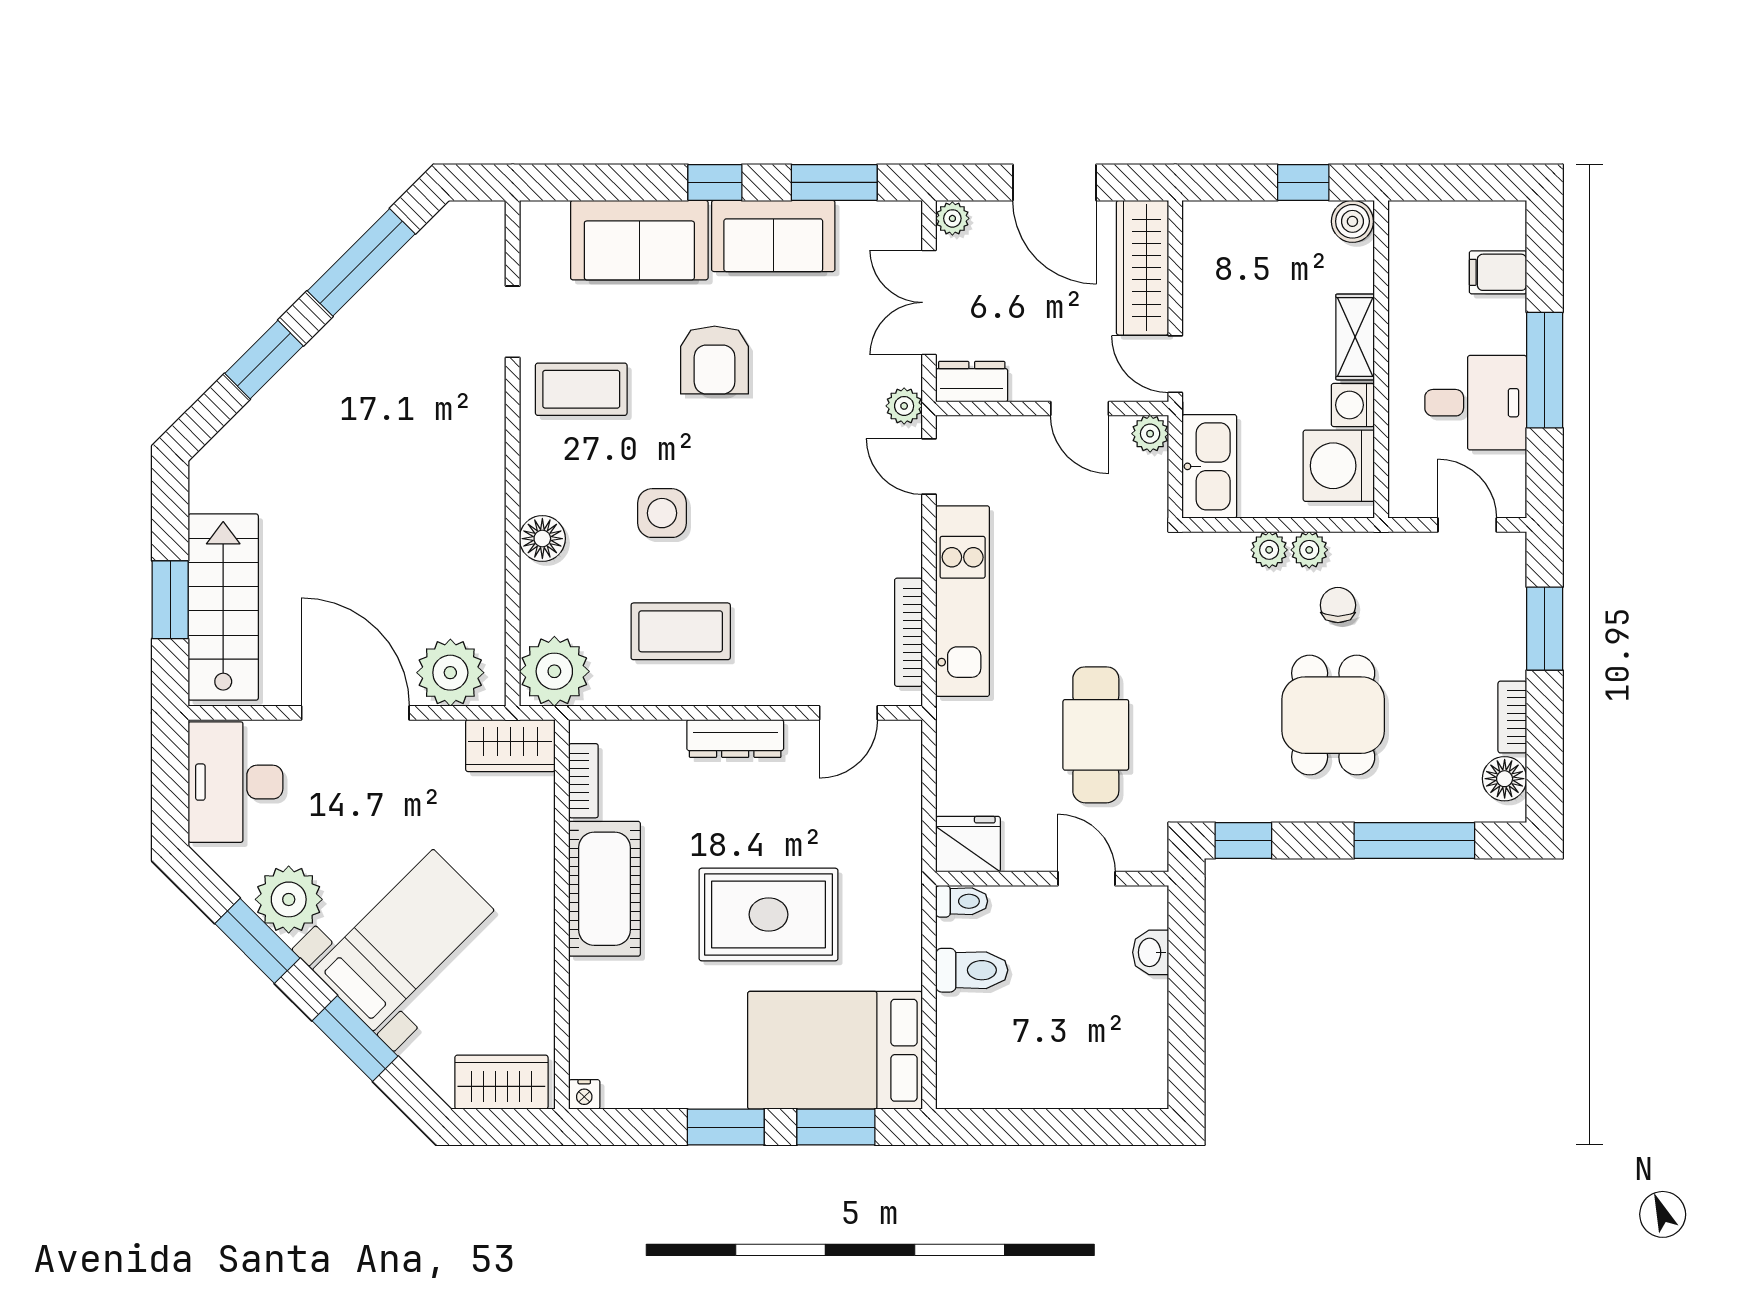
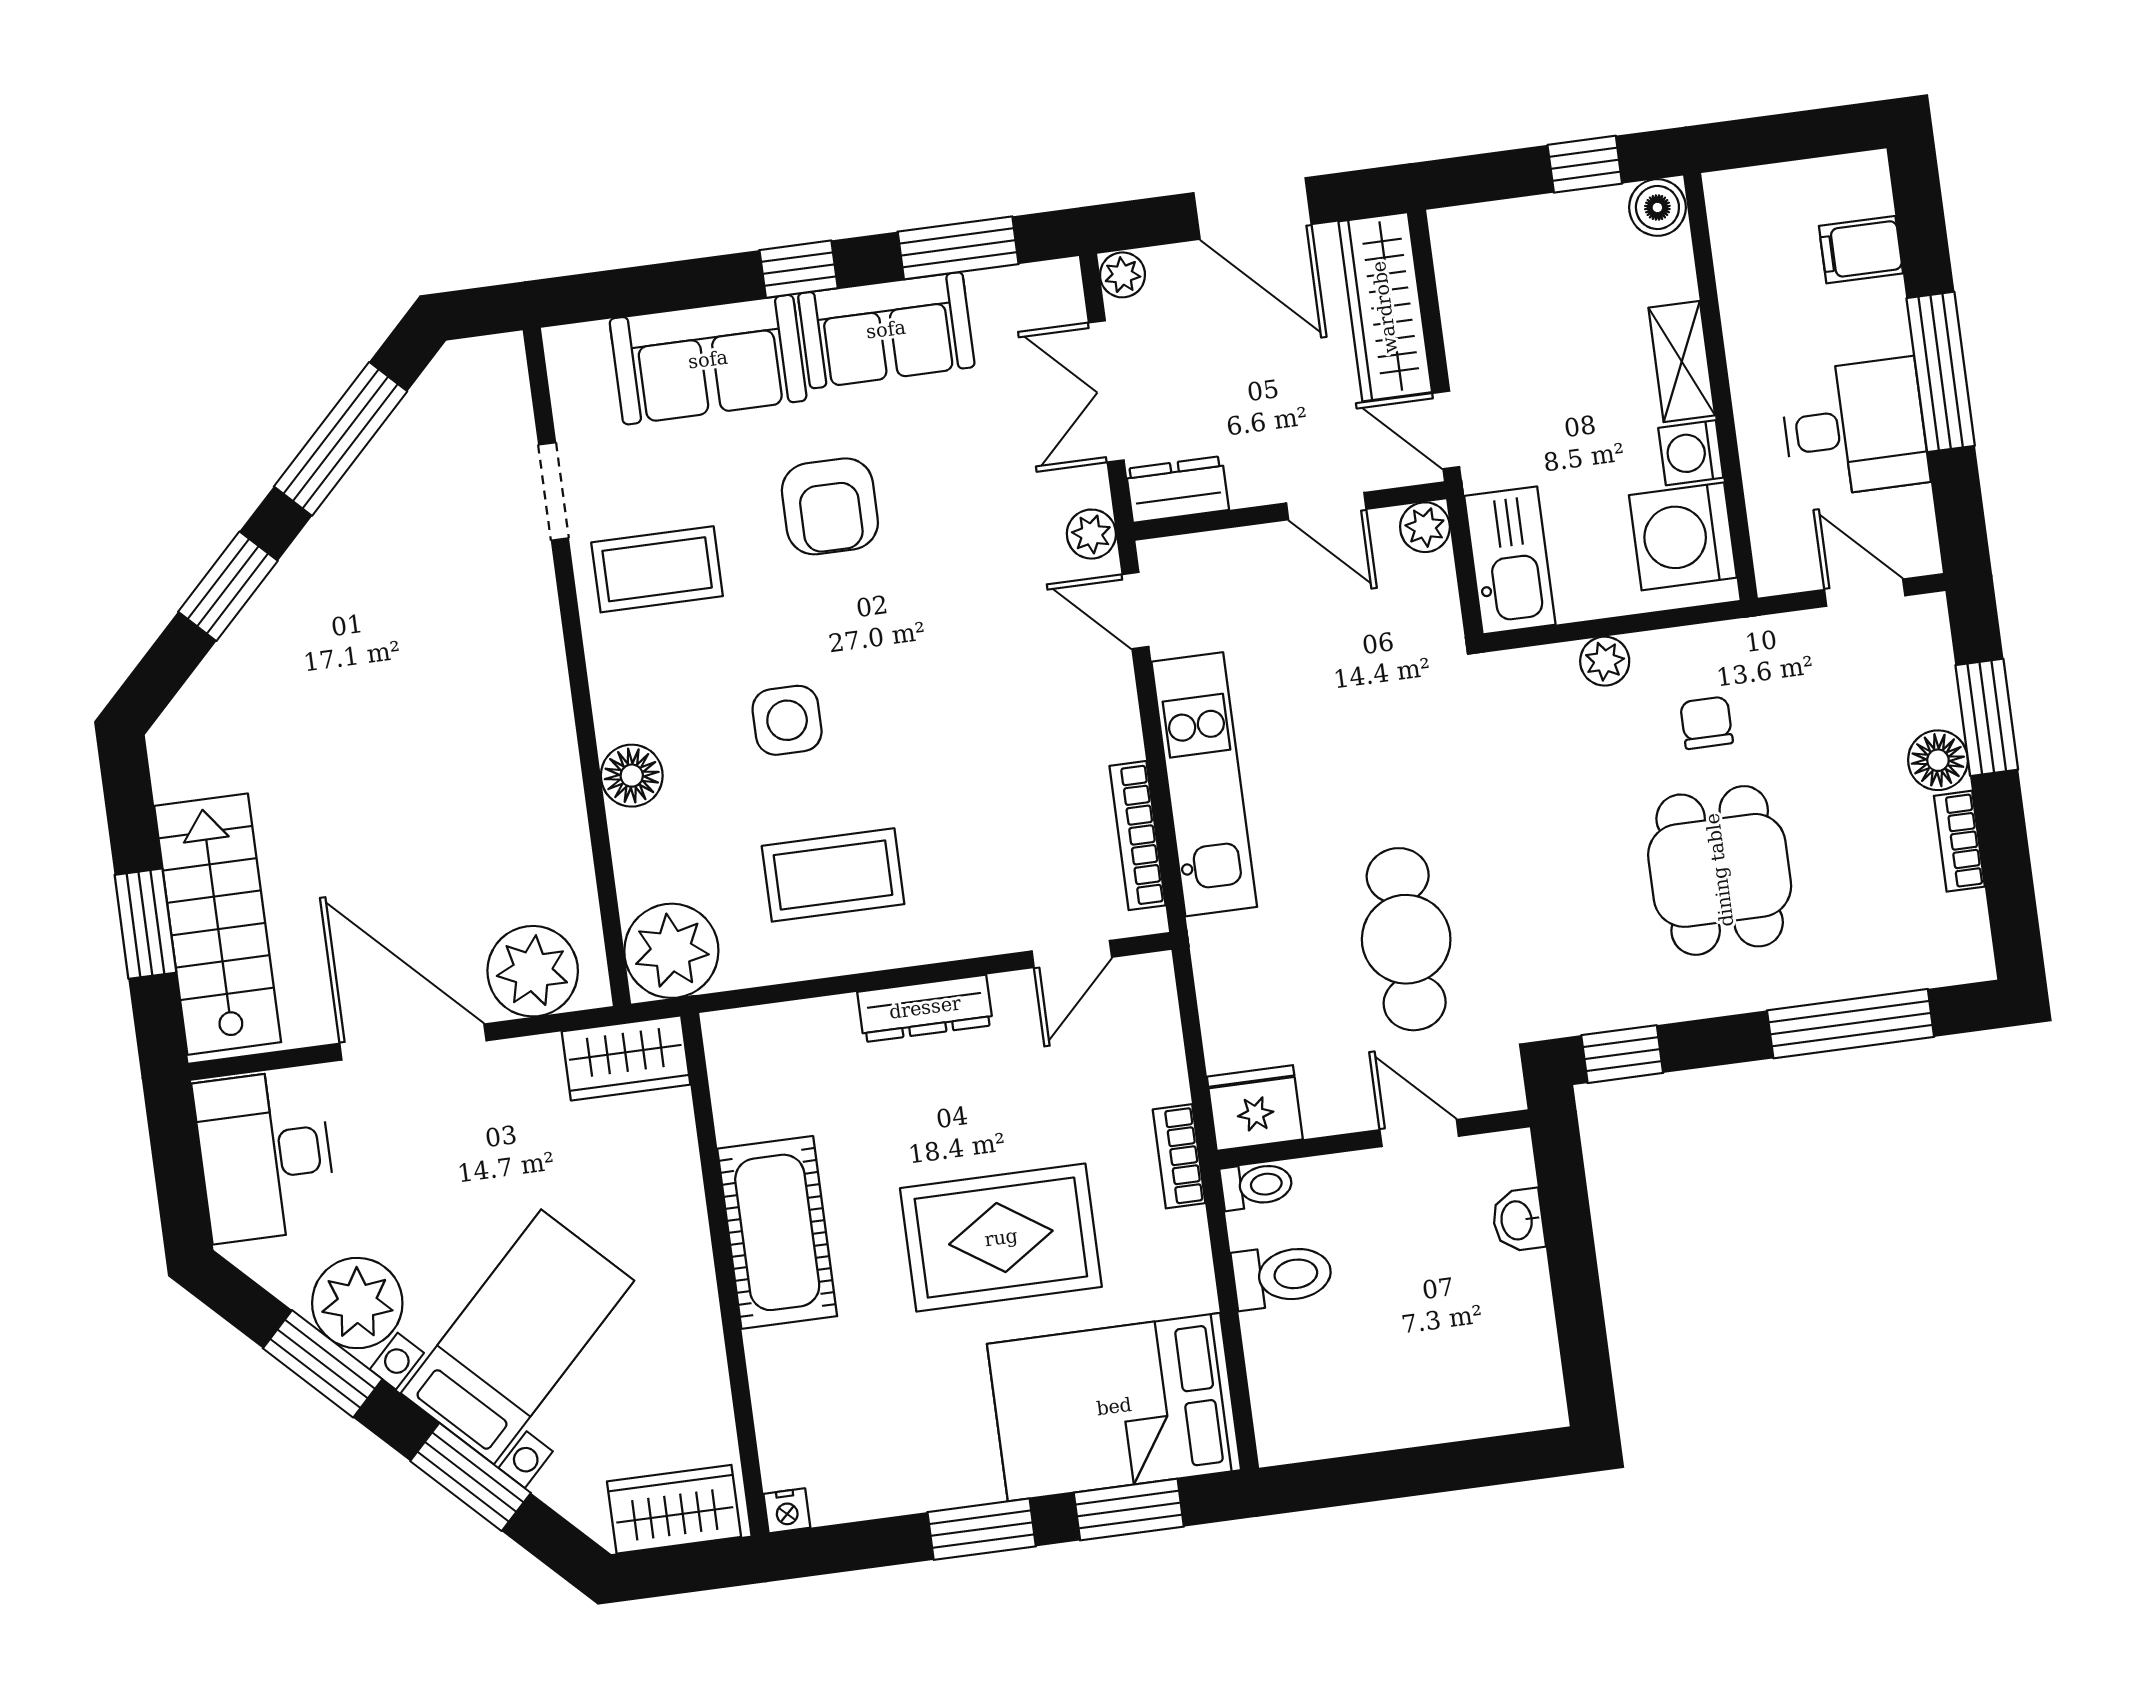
plant: (1309, 550) -> (1658, 654), removed
floor lamp: (1505, 779) -> (1938, 760), moved
bookcase: (583, 781) -> (1179, 1156), moved, turned 180

